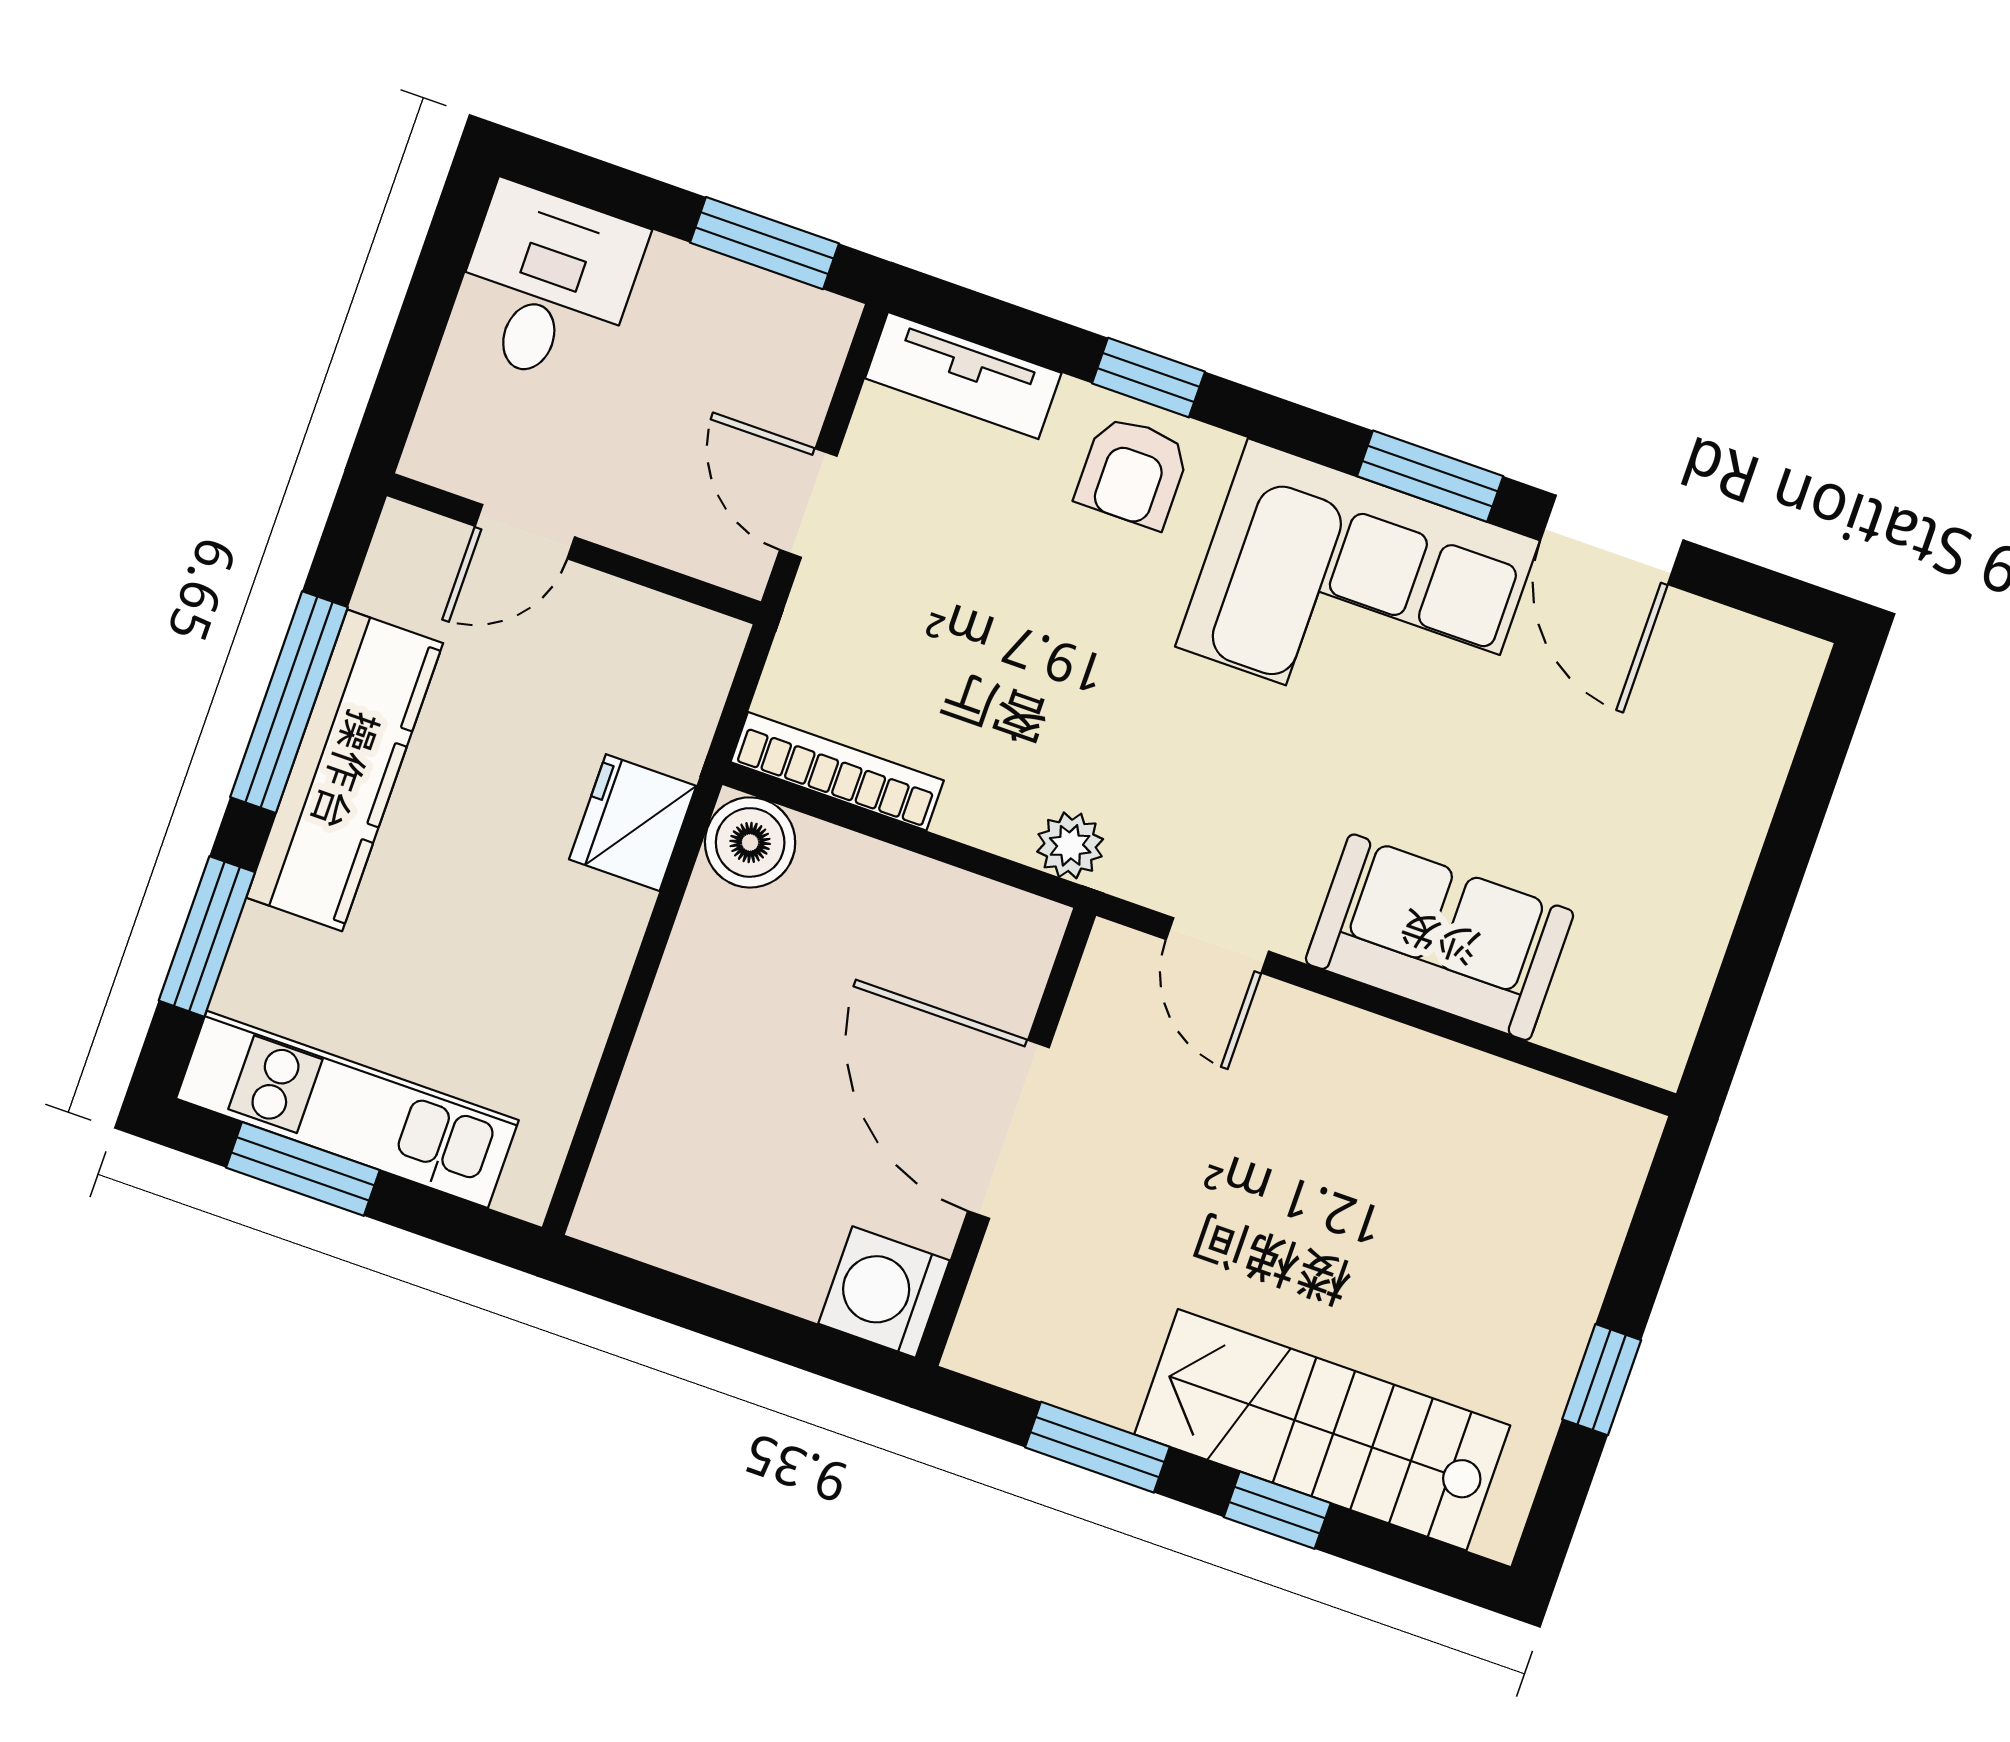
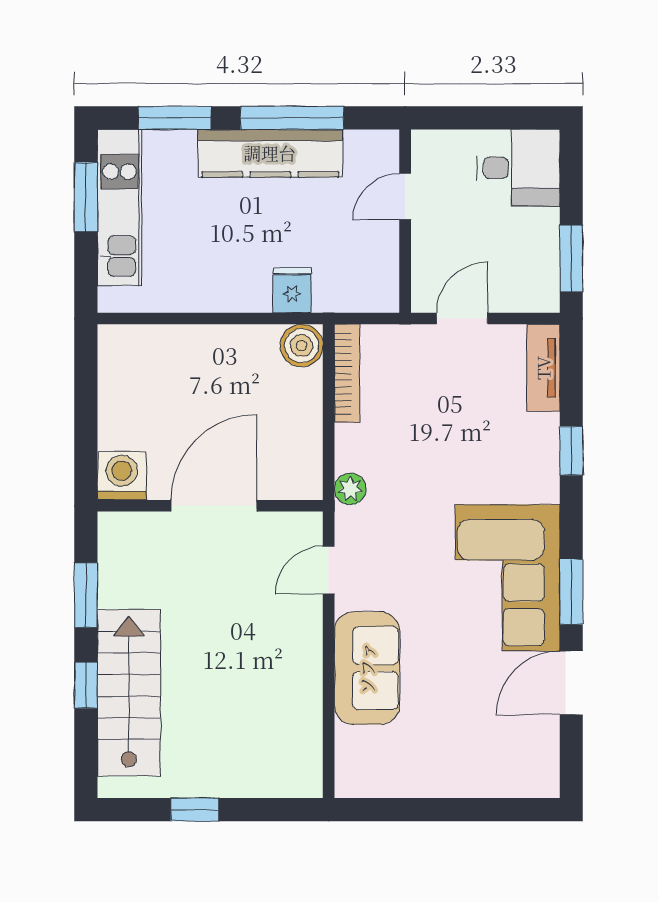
armchair: (1133, 472) -> (527, 458), removed
door: (525, 532) -> (405, 197), hinge flipped
fridge: (633, 823) -> (292, 290), width x0.72

